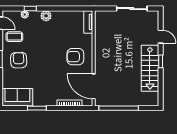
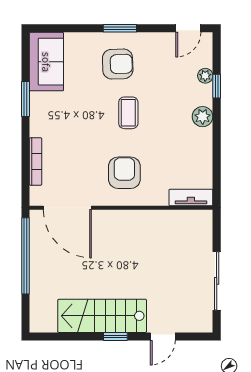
coffee table: (14, 37) -> (128, 113), moved
door: (94, 86) -> (67, 208), swing flipped

